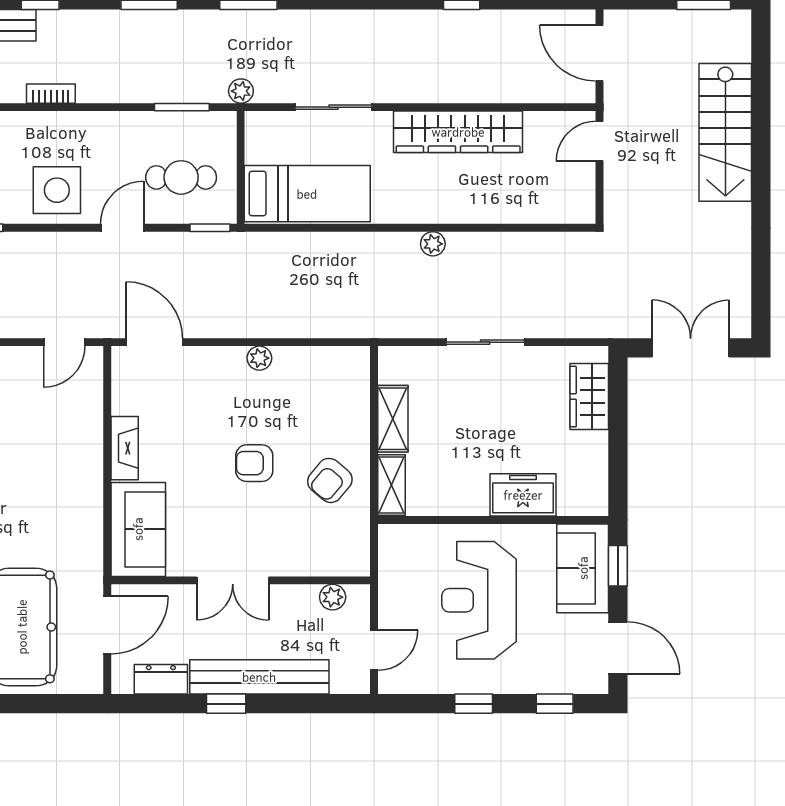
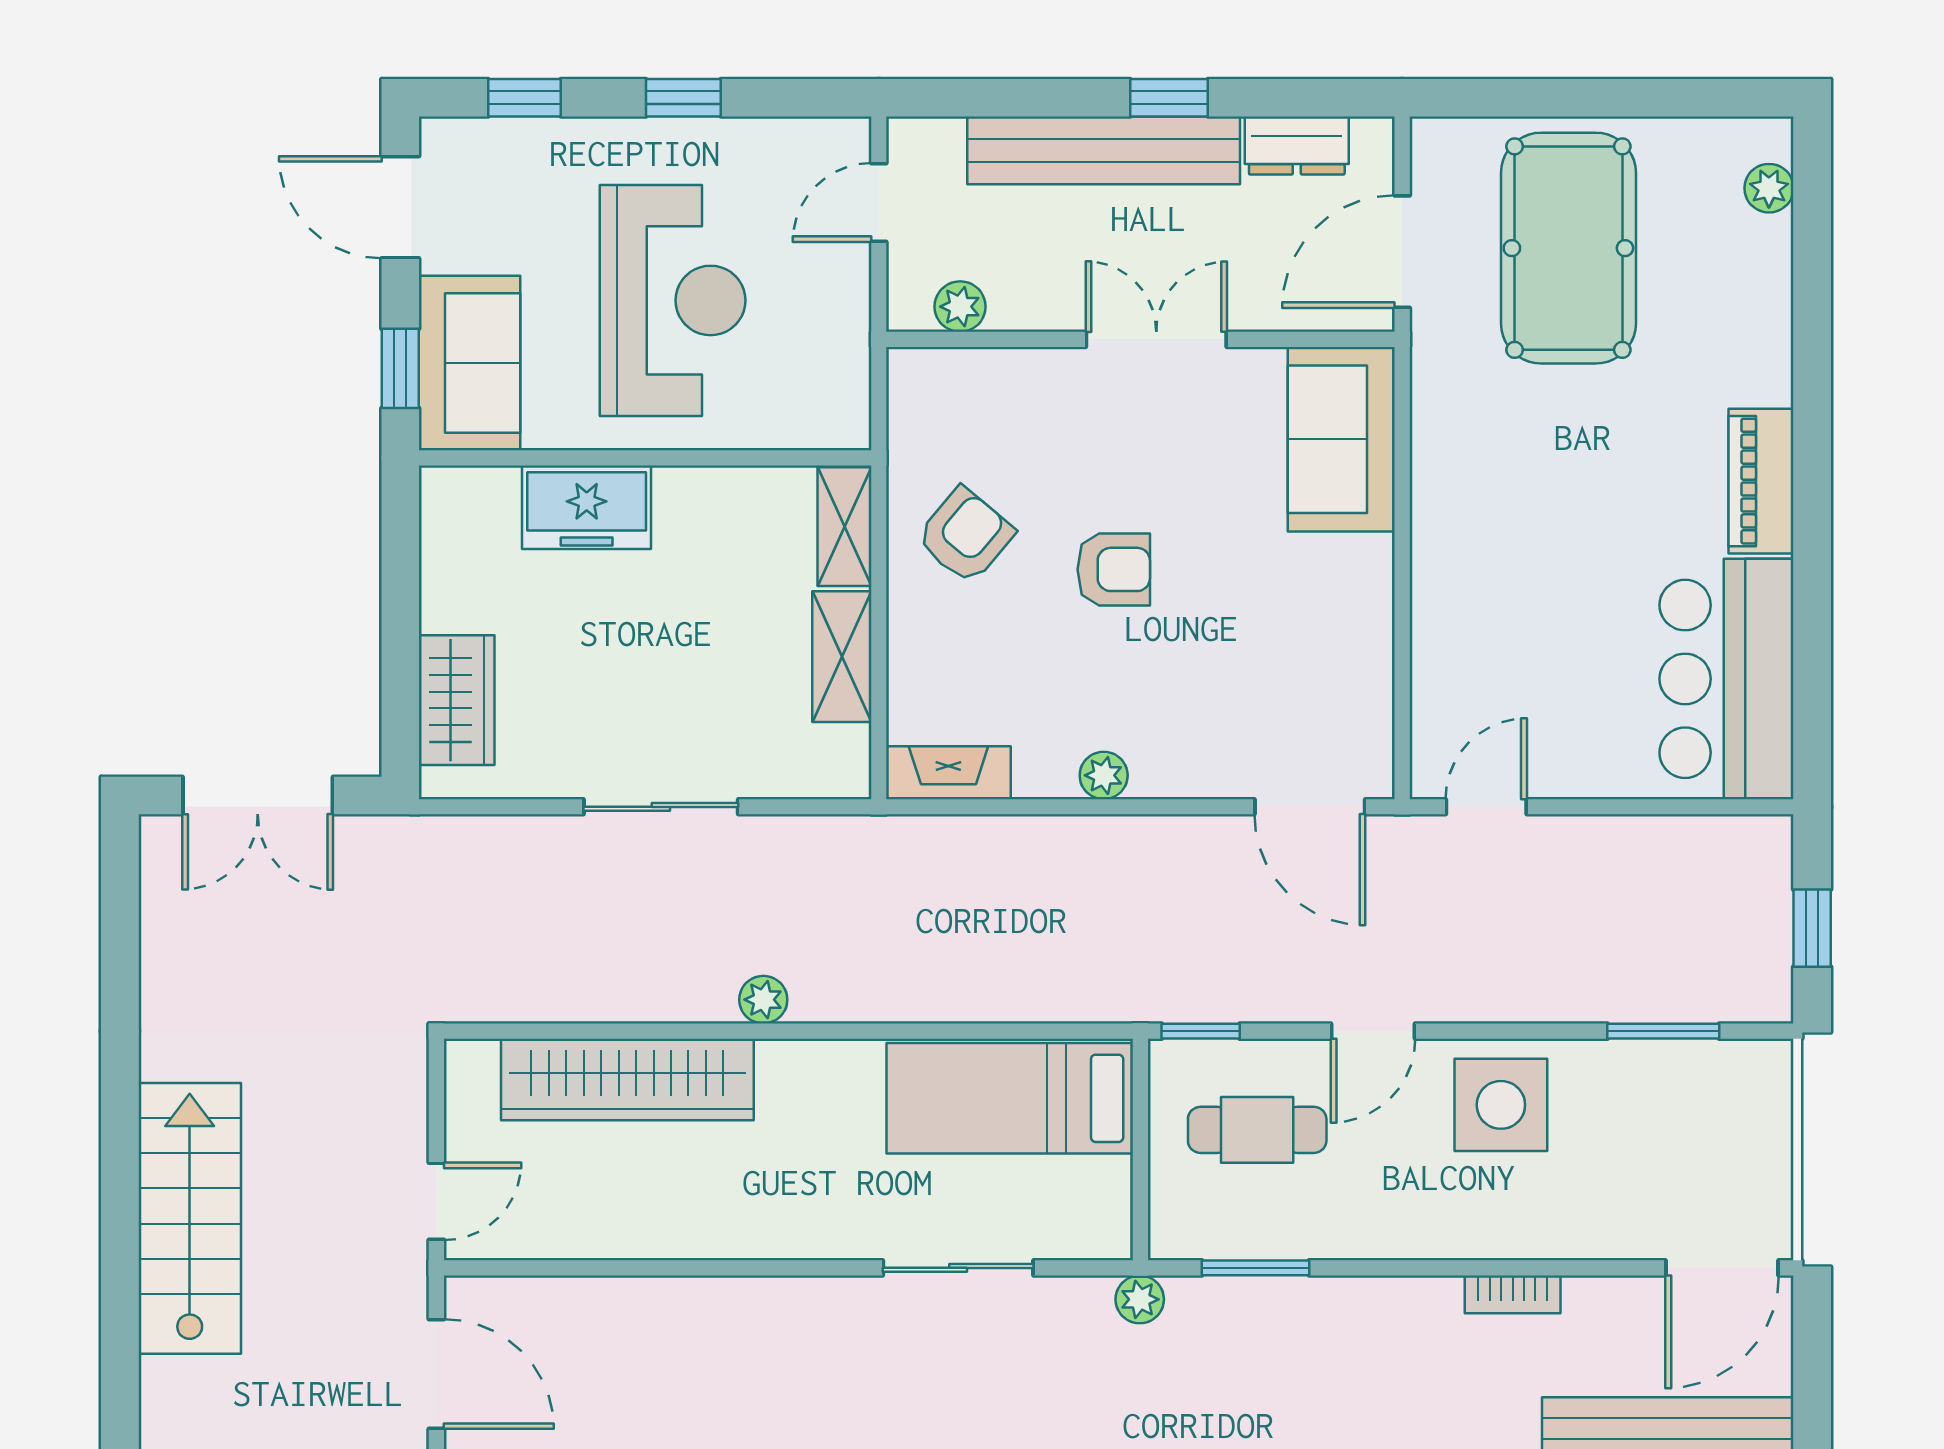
wardrobe: (458, 132) -> (627, 1079), moved, turned 180
fireplace: (125, 448) -> (948, 773), moved, turned 90

